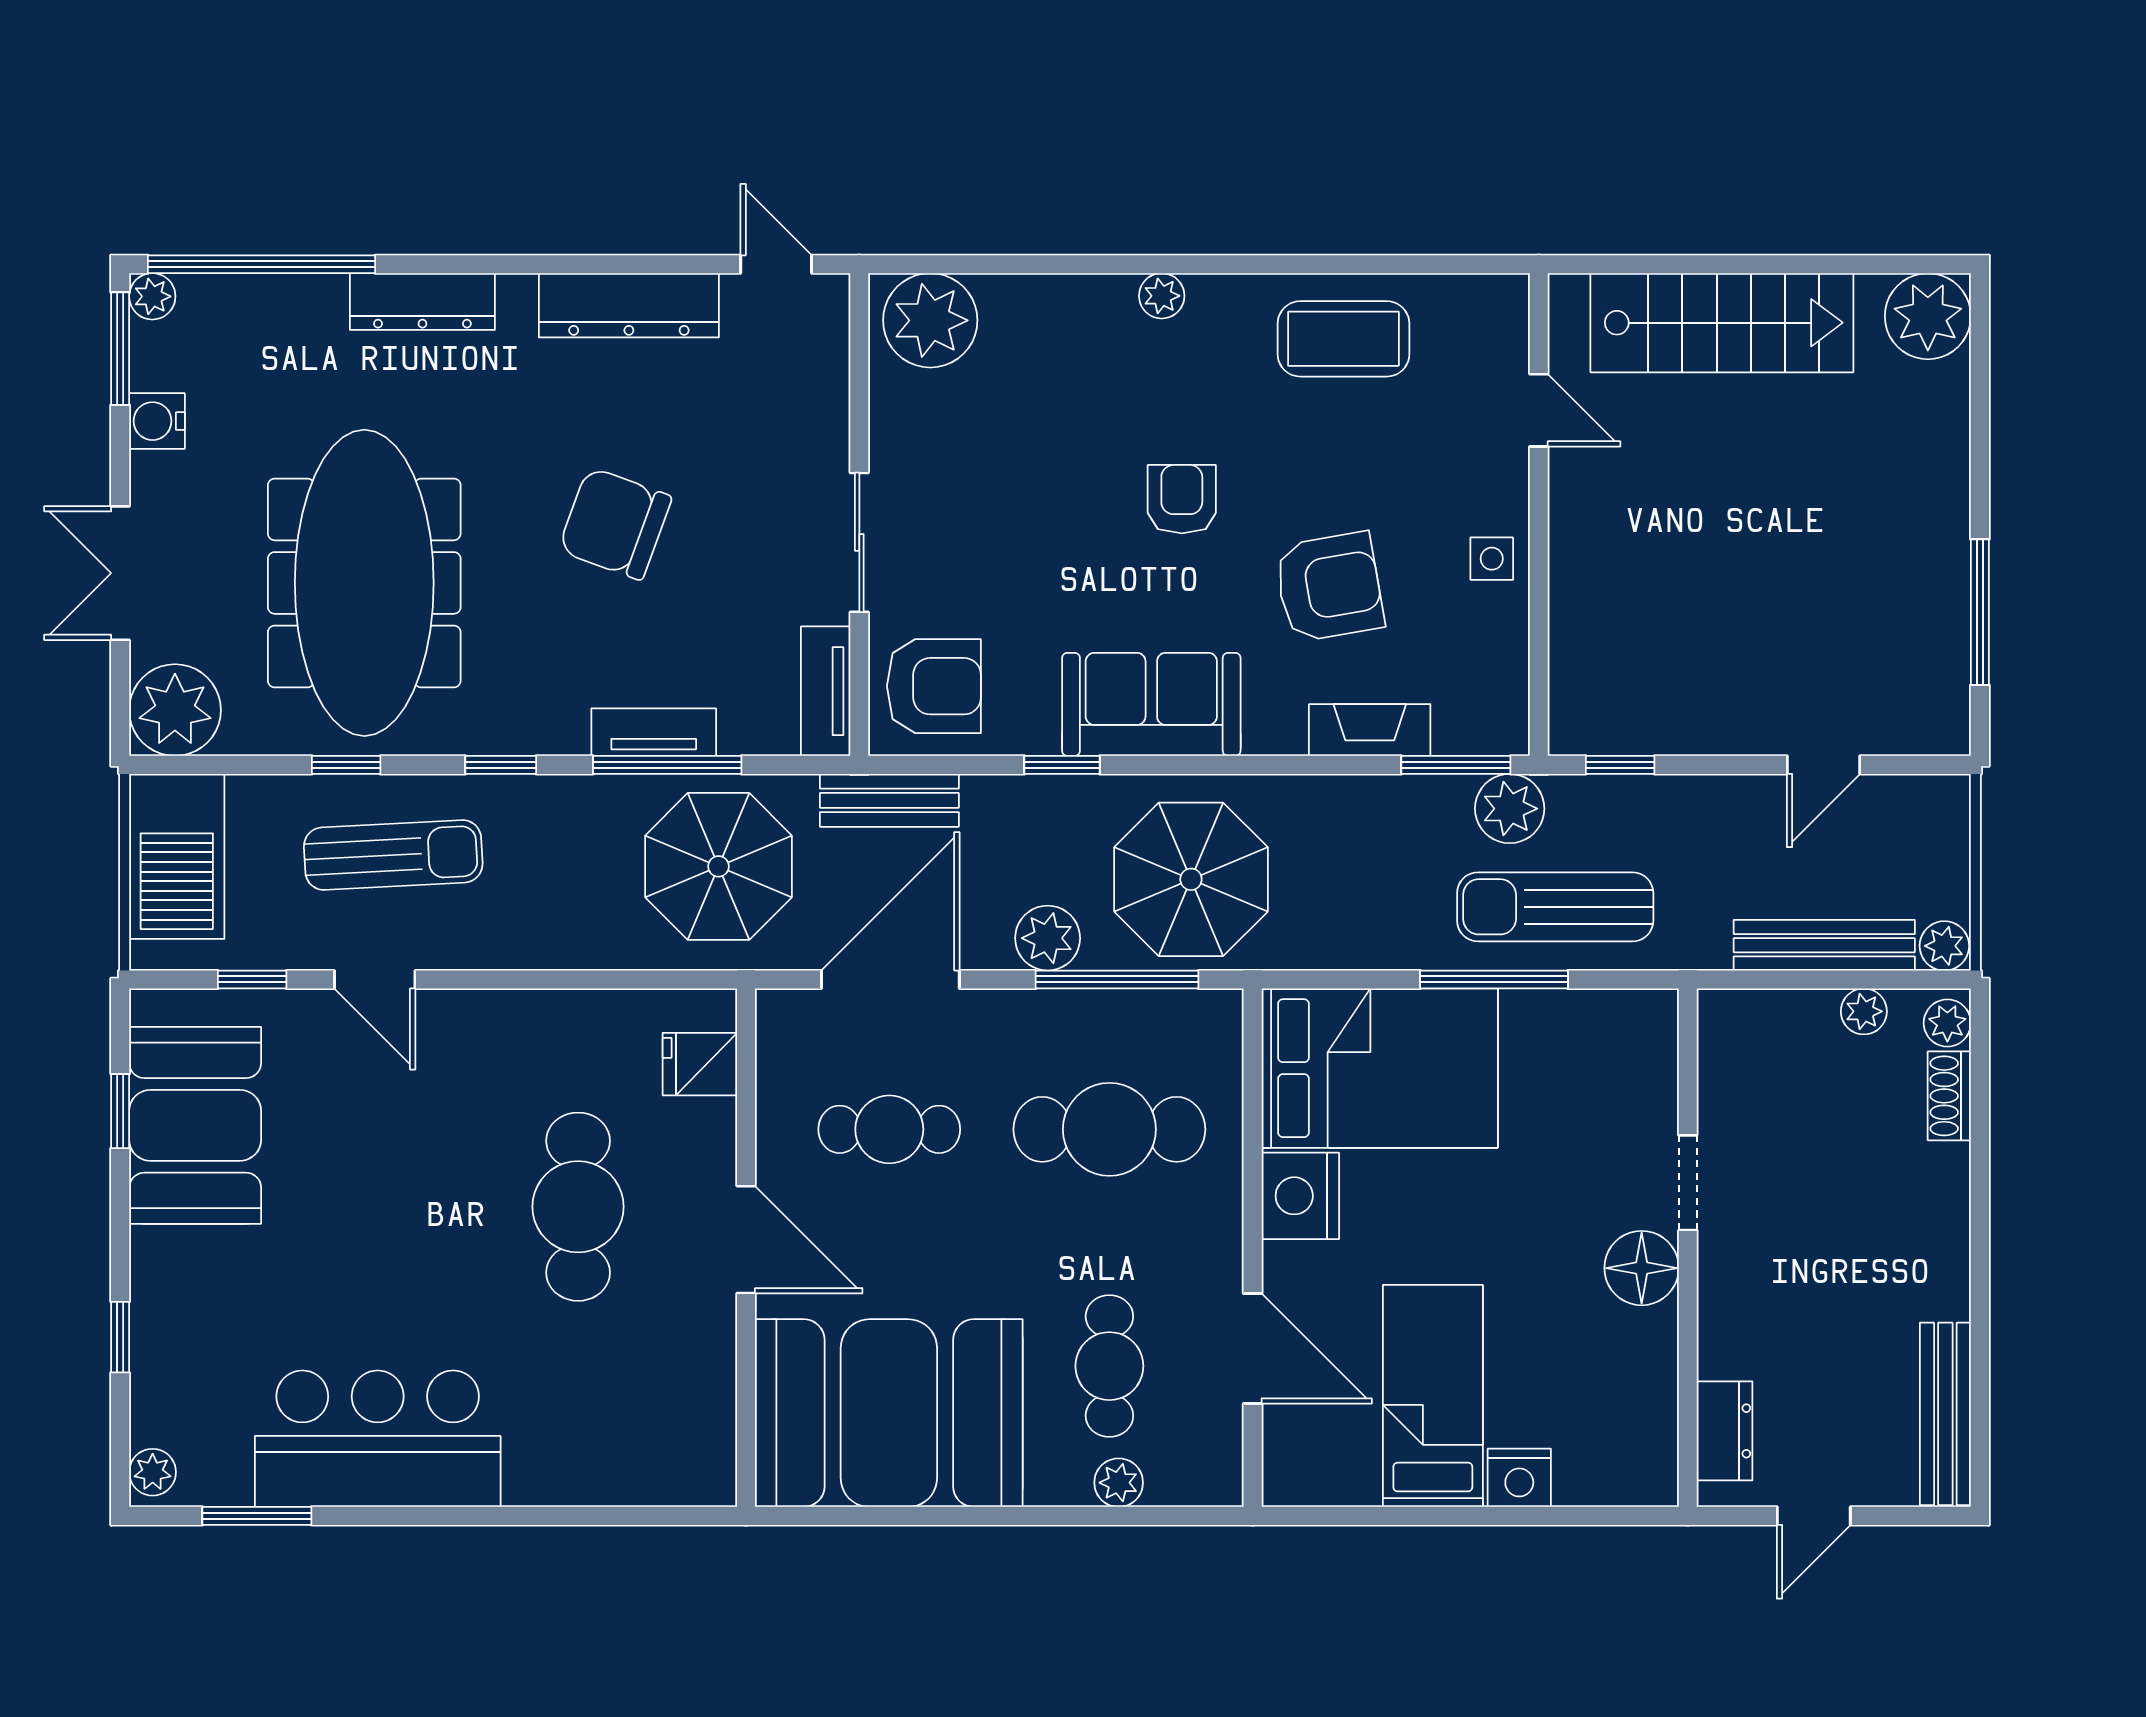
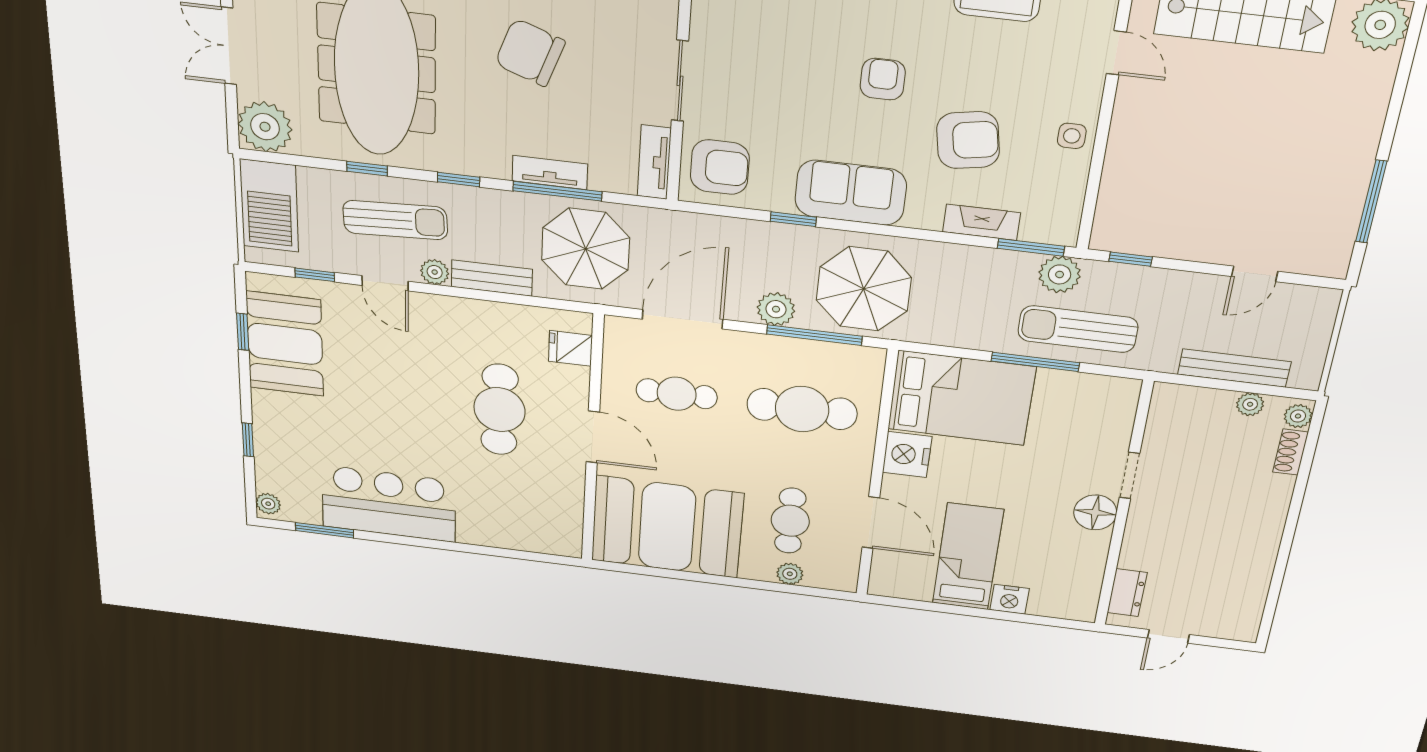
bench: (889, 800) -> (492, 278), moved
plant: (1944, 946) -> (435, 272), moved
bench: (1945, 1414) -> (1252, 600), removed

